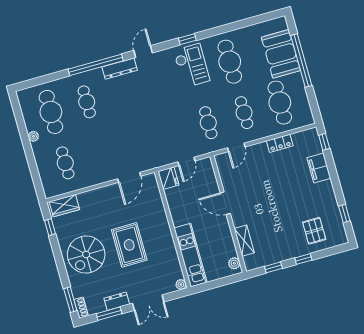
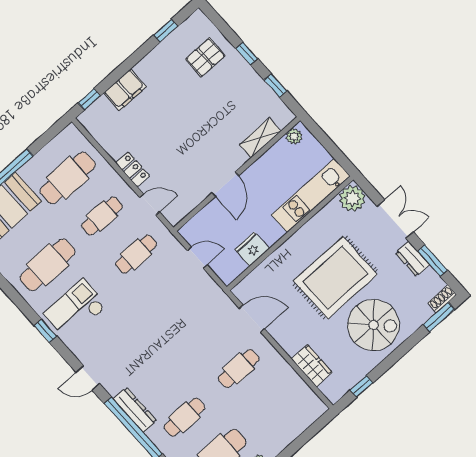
dresser: (120, 69) -> (135, 410), moved
locker: (280, 143) -> (133, 169), moved
cafe table: (65, 163) -> (239, 368), moved
fridge: (168, 178) -> (252, 249), moved
wardrobe: (64, 206) -> (312, 366), moved
rug: (129, 245) -> (335, 278), width x1.37, depth x1.44
plant: (181, 284) -> (352, 198), width x1.87, depth x1.87

